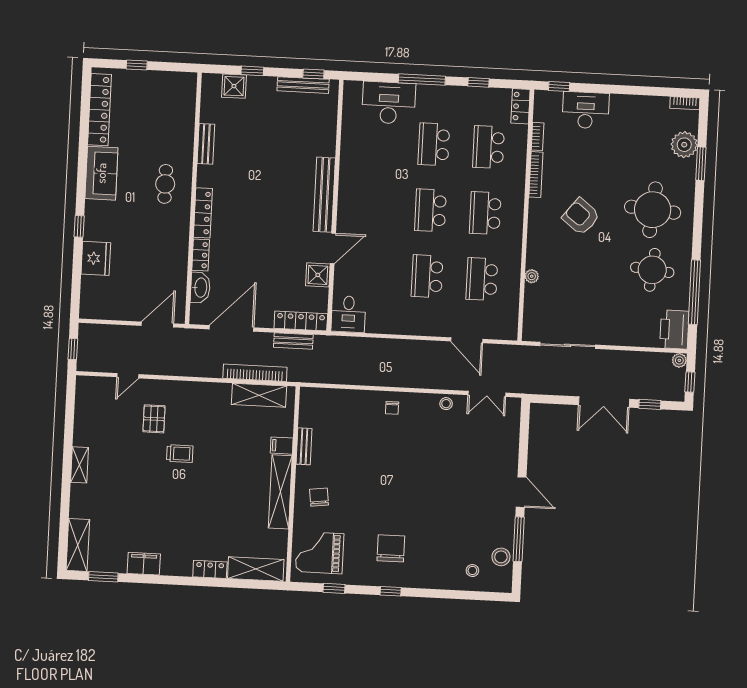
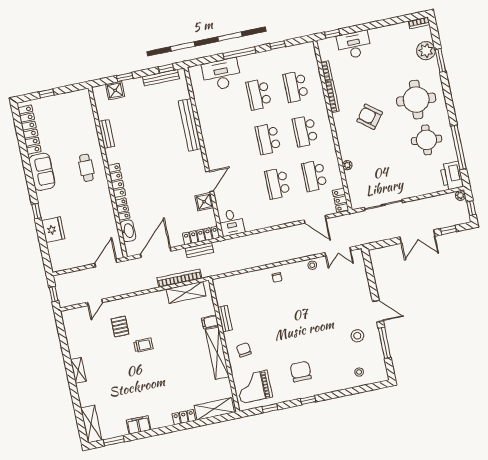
locker: (520, 106) -> (340, 200), moved
bench: (324, 195) -> (190, 125), moved
stool: (501, 557) -> (357, 336), moved

